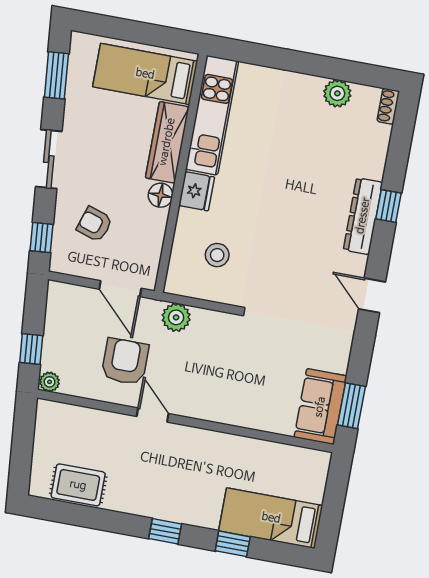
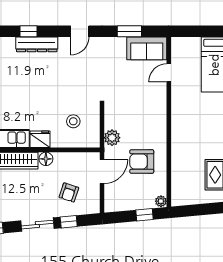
window: (41, 237) -> (69, 222), moved
window: (351, 406) -> (129, 31), moved
door: (153, 415) -> (169, 73), moved

